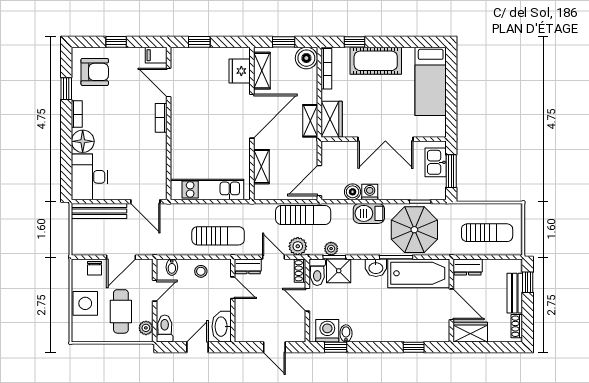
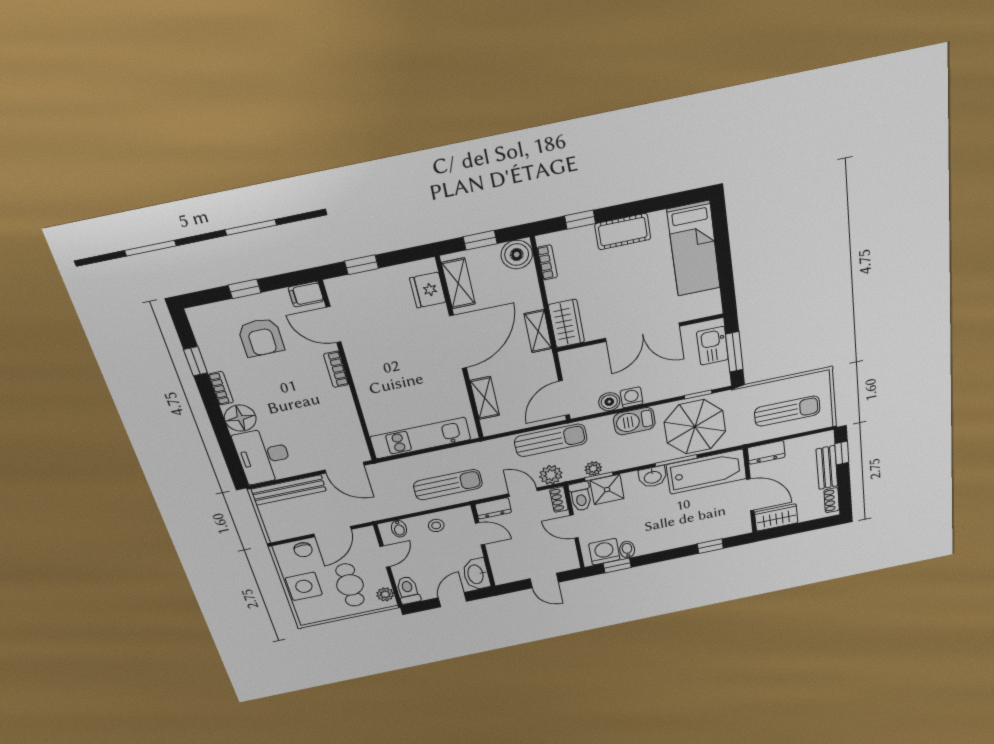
cot: (376, 61) -> (623, 232), width x0.73, depth x0.75
bookcase: (326, 69) -> (547, 262), width x0.64
armchair: (95, 72) -> (261, 337), moved, turned 90

